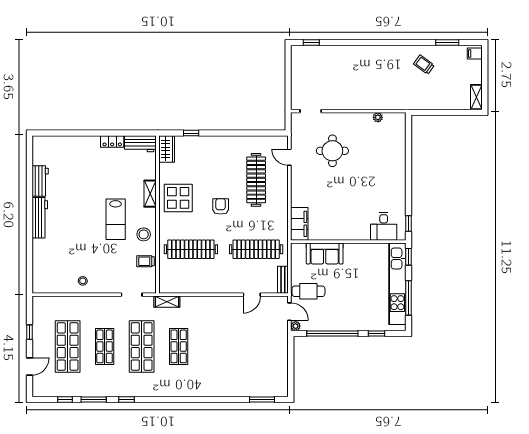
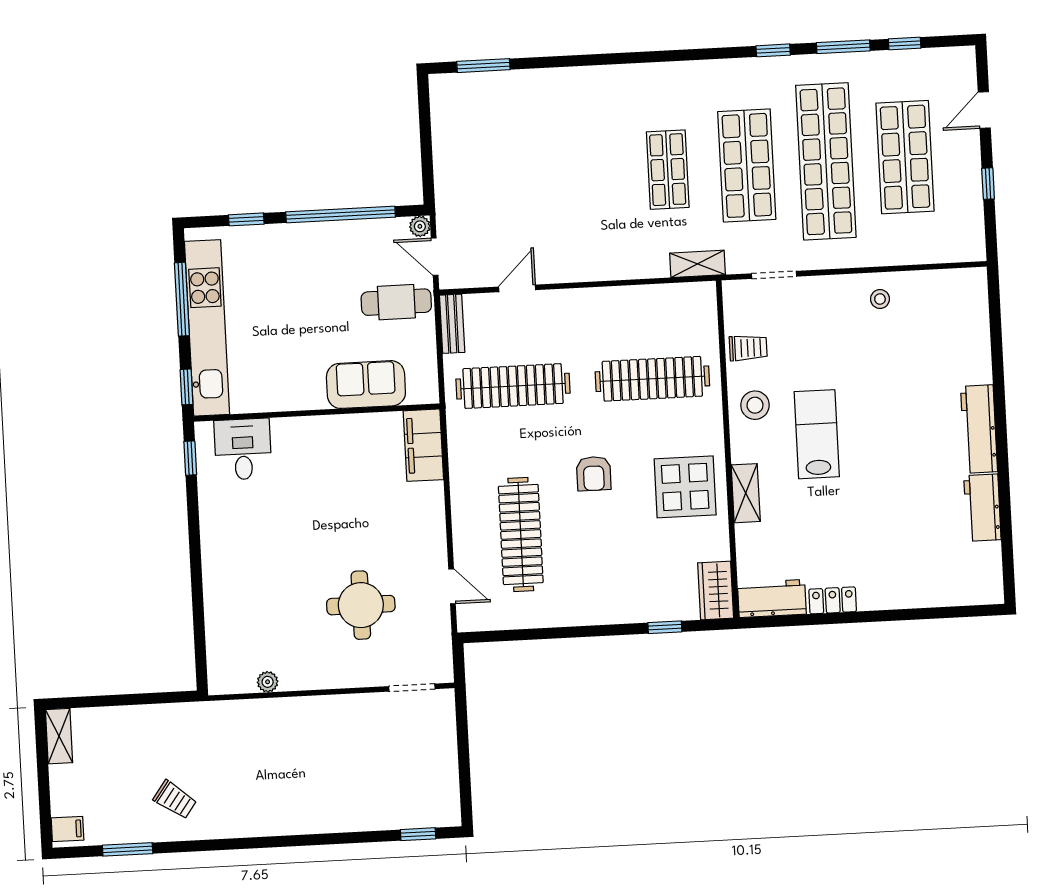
shop shelf: (105, 346) -> (826, 161), width x2.00, depth x1.36

